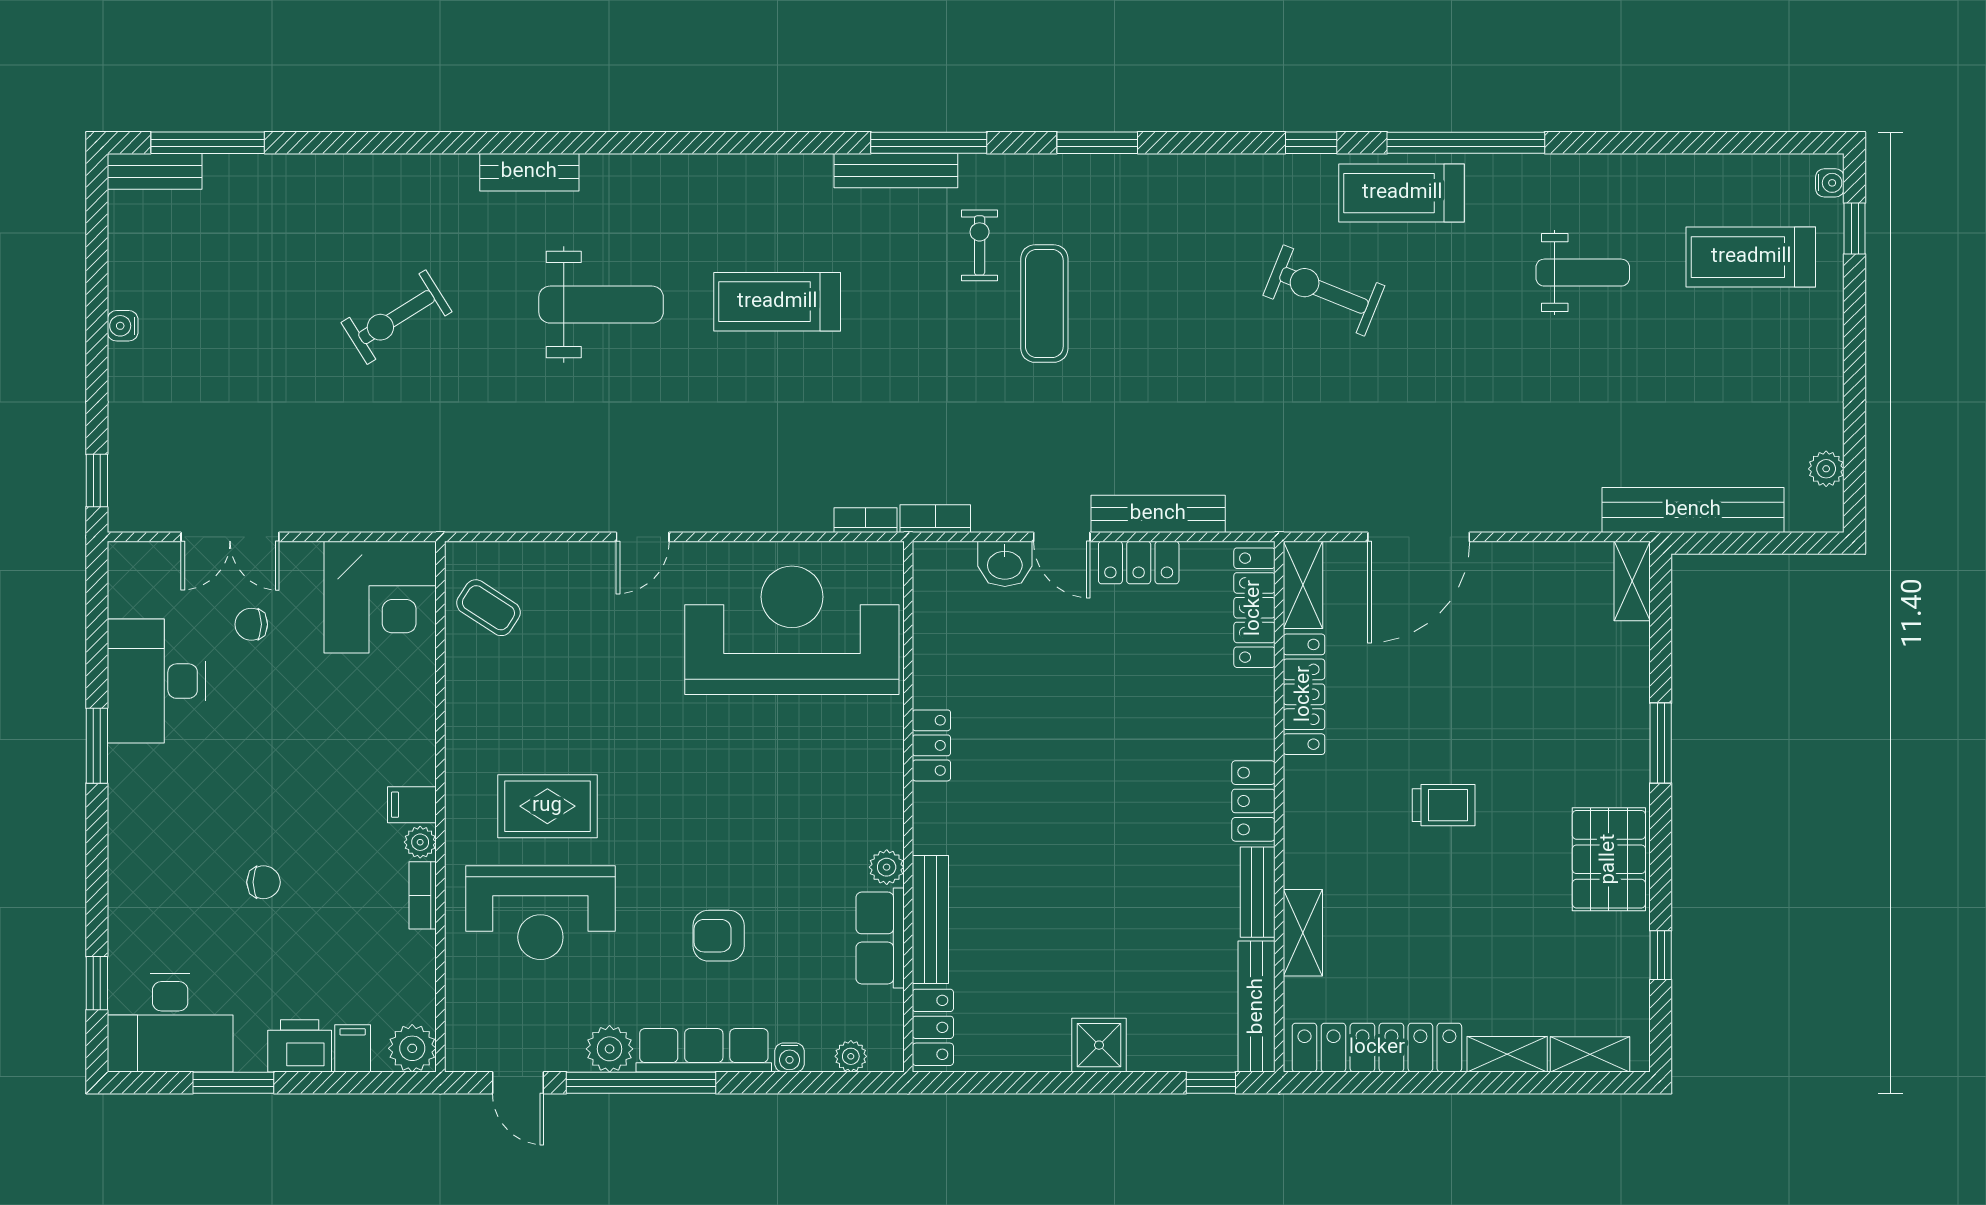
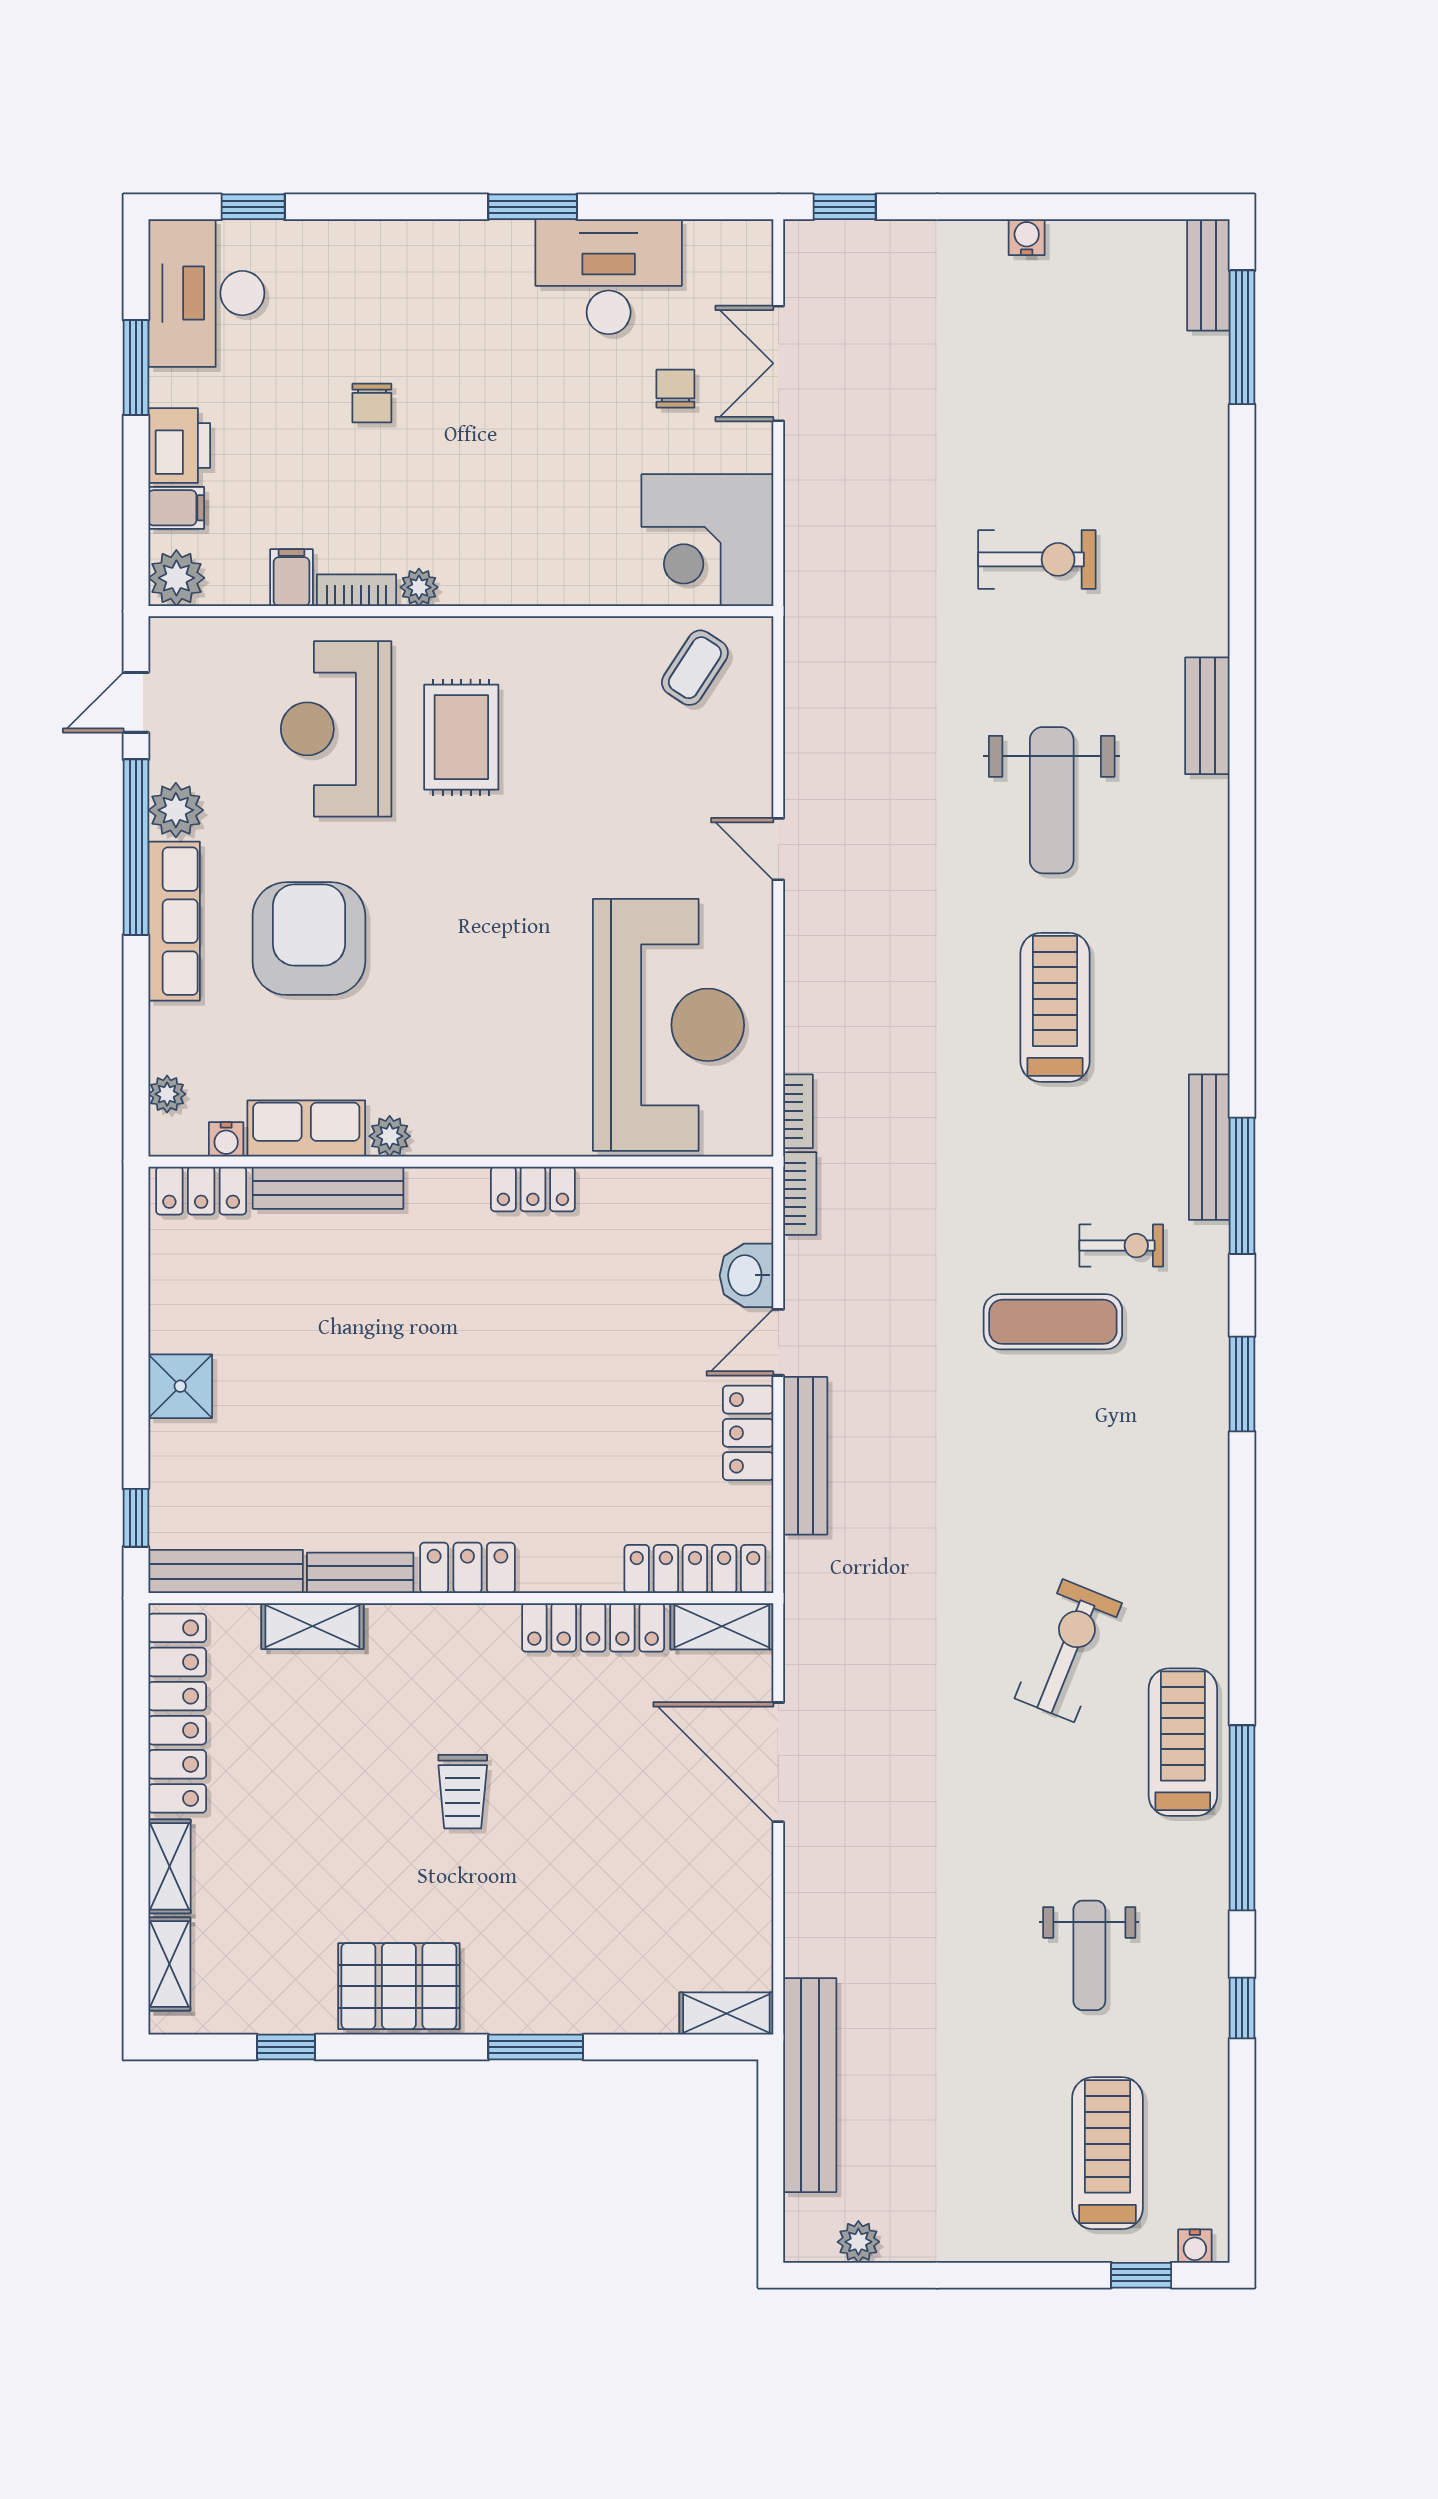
window: (1311, 143) -> (1242, 2008), moved
exercise bike: (396, 317) -> (1037, 559), turned 122
filing cabinet: (412, 805) -> (291, 578), moved
armchair: (719, 936) -> (309, 939), width x1.88, depth x1.88
water cooler: (789, 1058) -> (226, 1139), moved, turned -90

